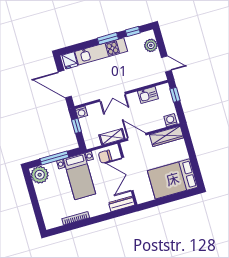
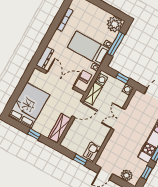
kitchen sink: (148, 95) -> (92, 152), moved
washing machine: (170, 120) -> (101, 79), moved
window: (191, 152) -> (34, 134), added

